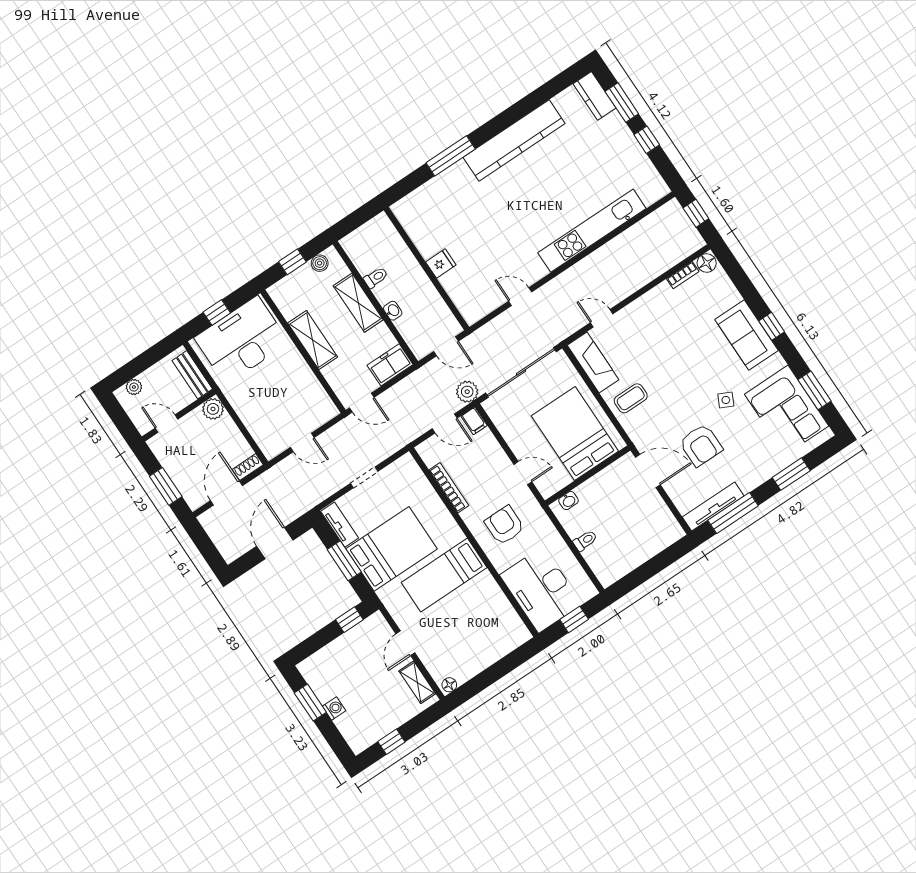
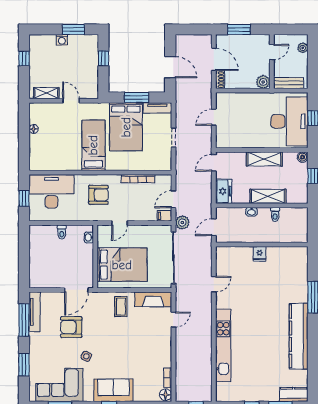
boiler: (320, 263) -> (302, 157), moved
window: (349, 620) -> (103, 58), moved
floor lamp: (449, 685) -> (34, 129), moved

